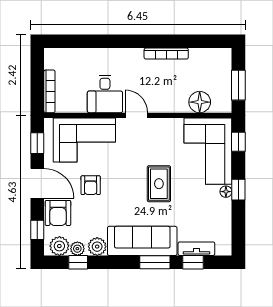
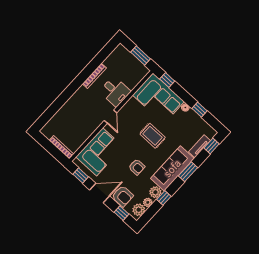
desk: (105, 94) -> (115, 92), moved
floor lamp: (200, 102) -> (132, 81), removed
door: (136, 115) -> (110, 117), swing flipped
armchair: (91, 185) -> (137, 167), moved
window: (238, 190) -> (199, 110), moved
window: (78, 262) -> (164, 198), moved
window: (193, 262) -> (212, 146), moved

